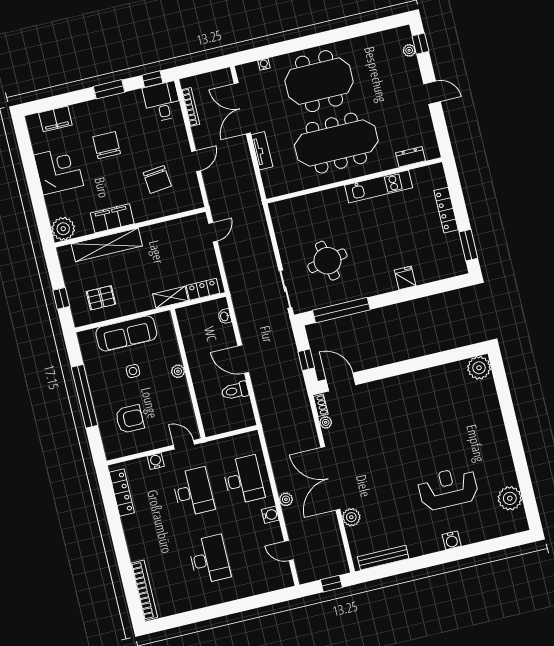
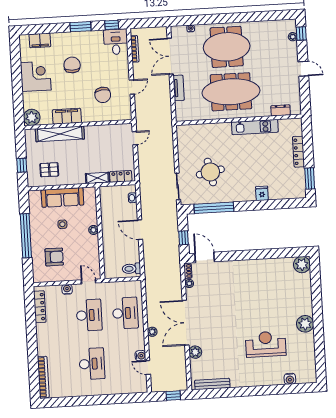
toilet: (235, 391) -> (132, 269), moved
plant: (510, 498) -> (305, 324), moved
water cooler: (270, 515) -> (140, 356), moved
water cooler: (452, 540) -> (290, 379), moved

